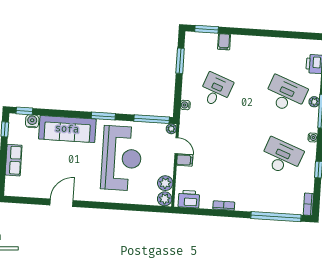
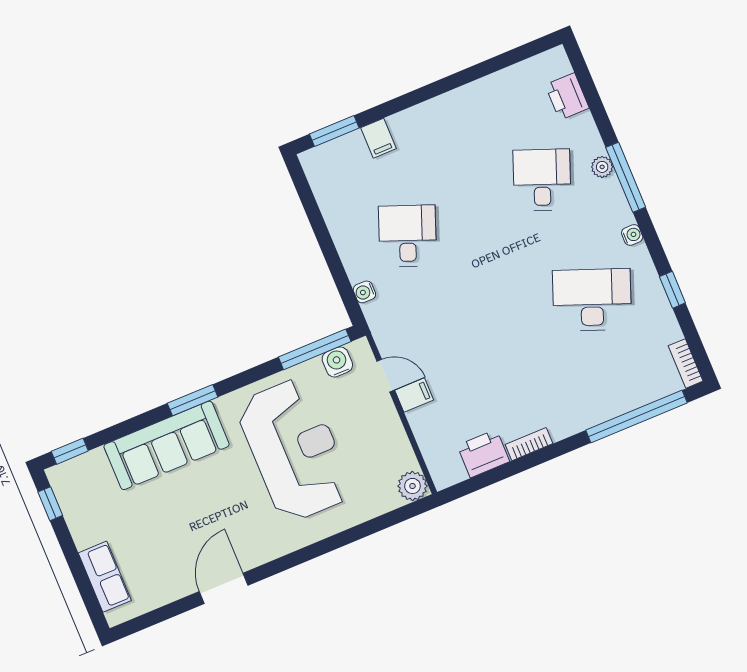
window: (180, 61) -> (314, 214), removed
desk: (286, 95) -> (542, 180), width x0.73
window: (103, 116) -> (193, 400), moved
water cooler: (32, 121) -> (337, 362), moved
plant: (171, 129) -> (360, 349), removed
row of seats: (14, 160) -> (105, 577), moved
plant: (165, 183) -> (399, 456), removed
printer: (189, 199) -> (483, 454), moved

